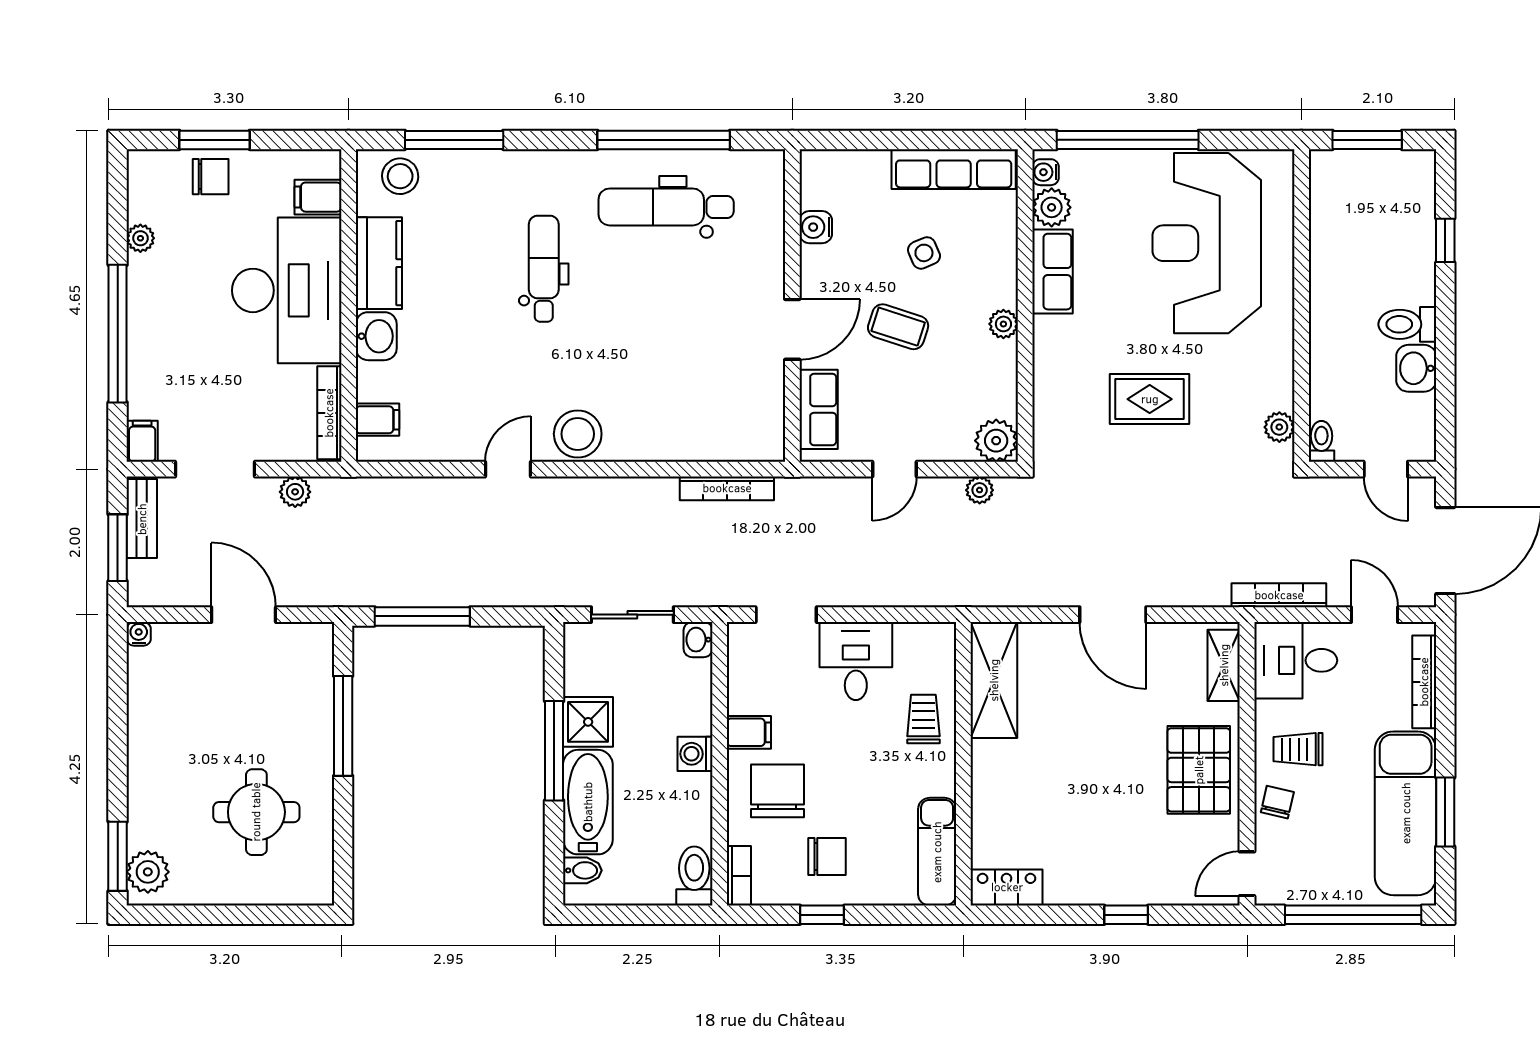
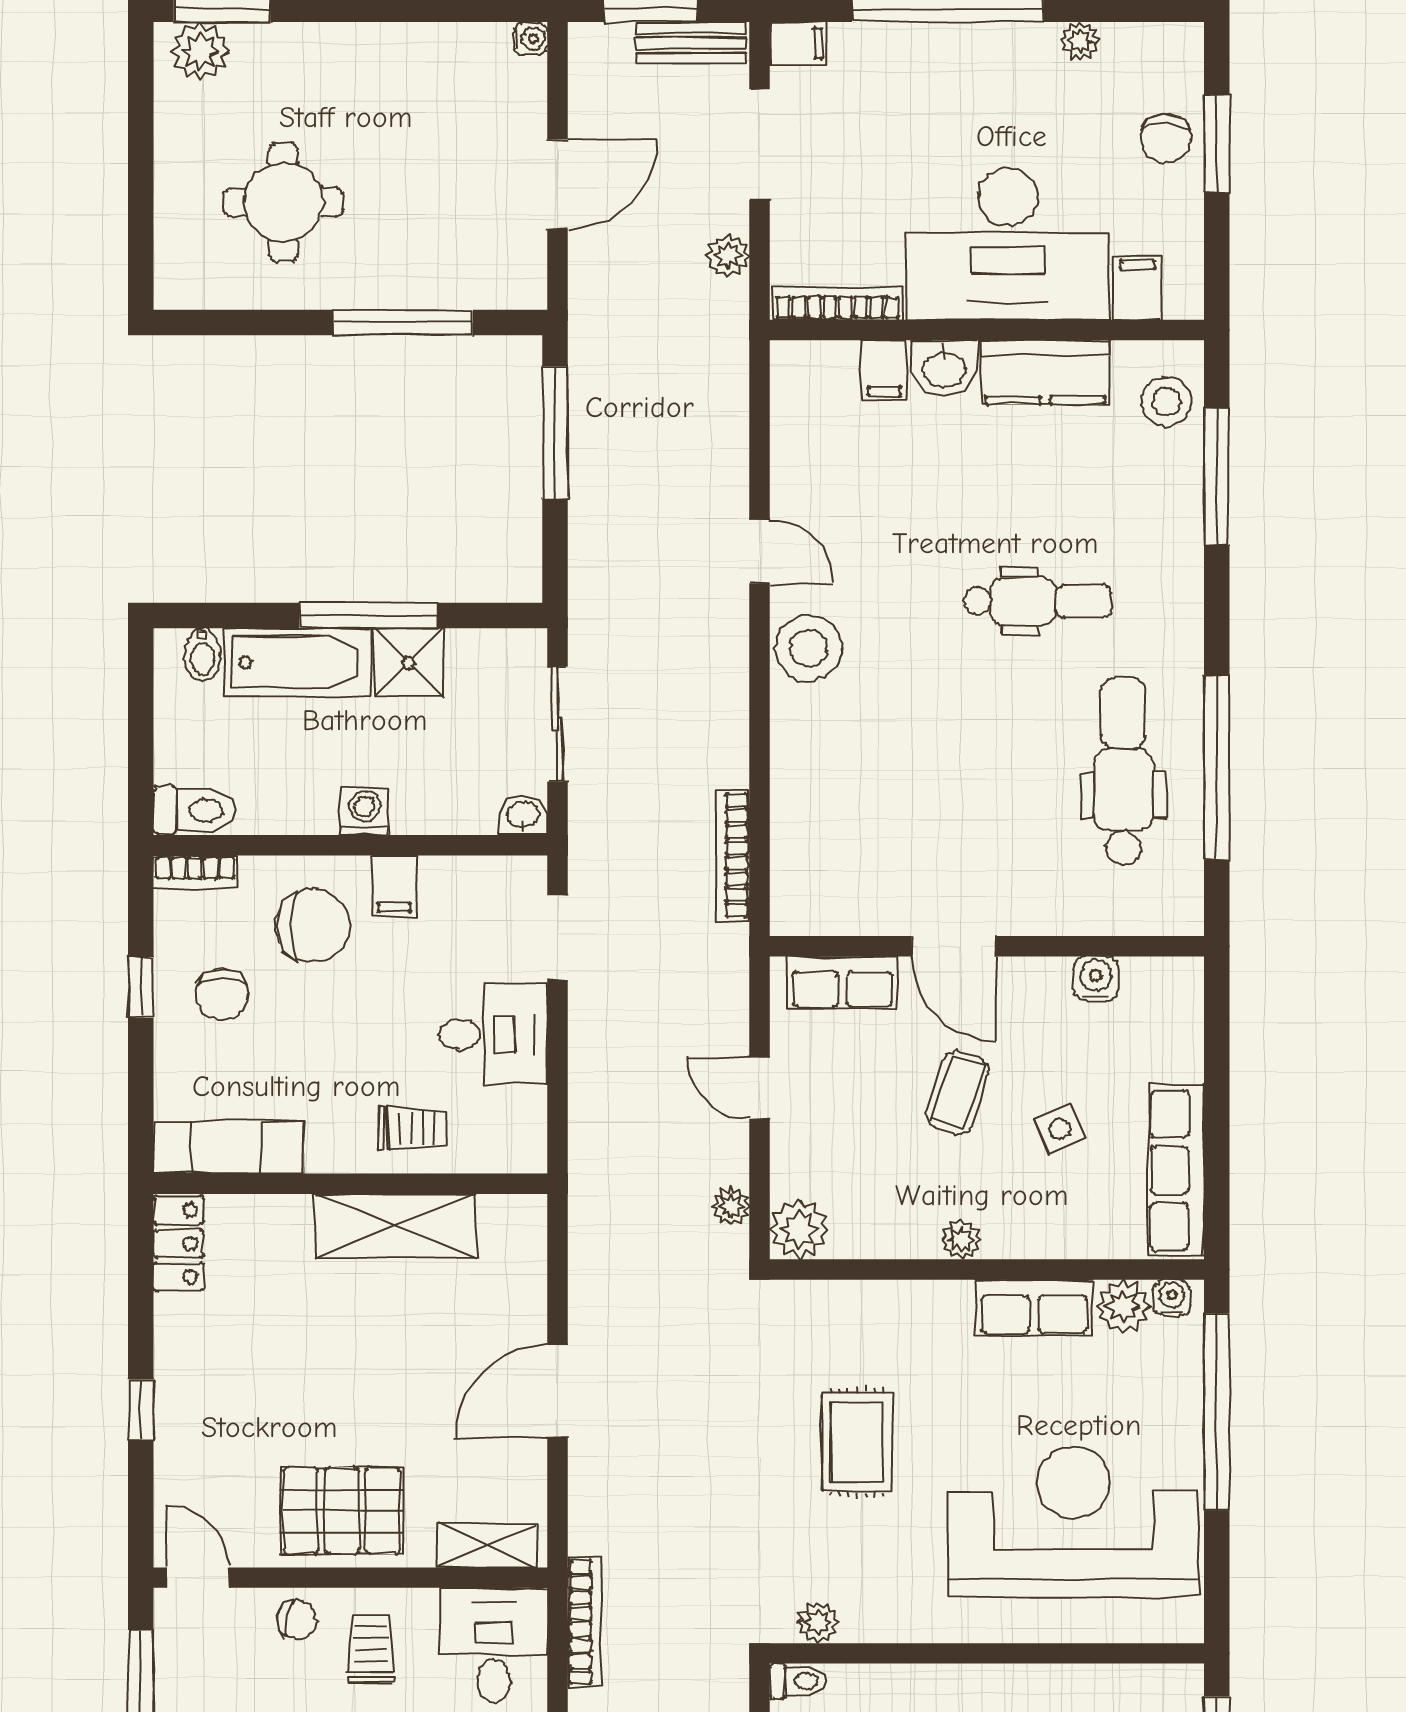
filing cabinet: (377, 420) -> (884, 370), moved
shelving: (994, 680) -> (395, 1226), moved

